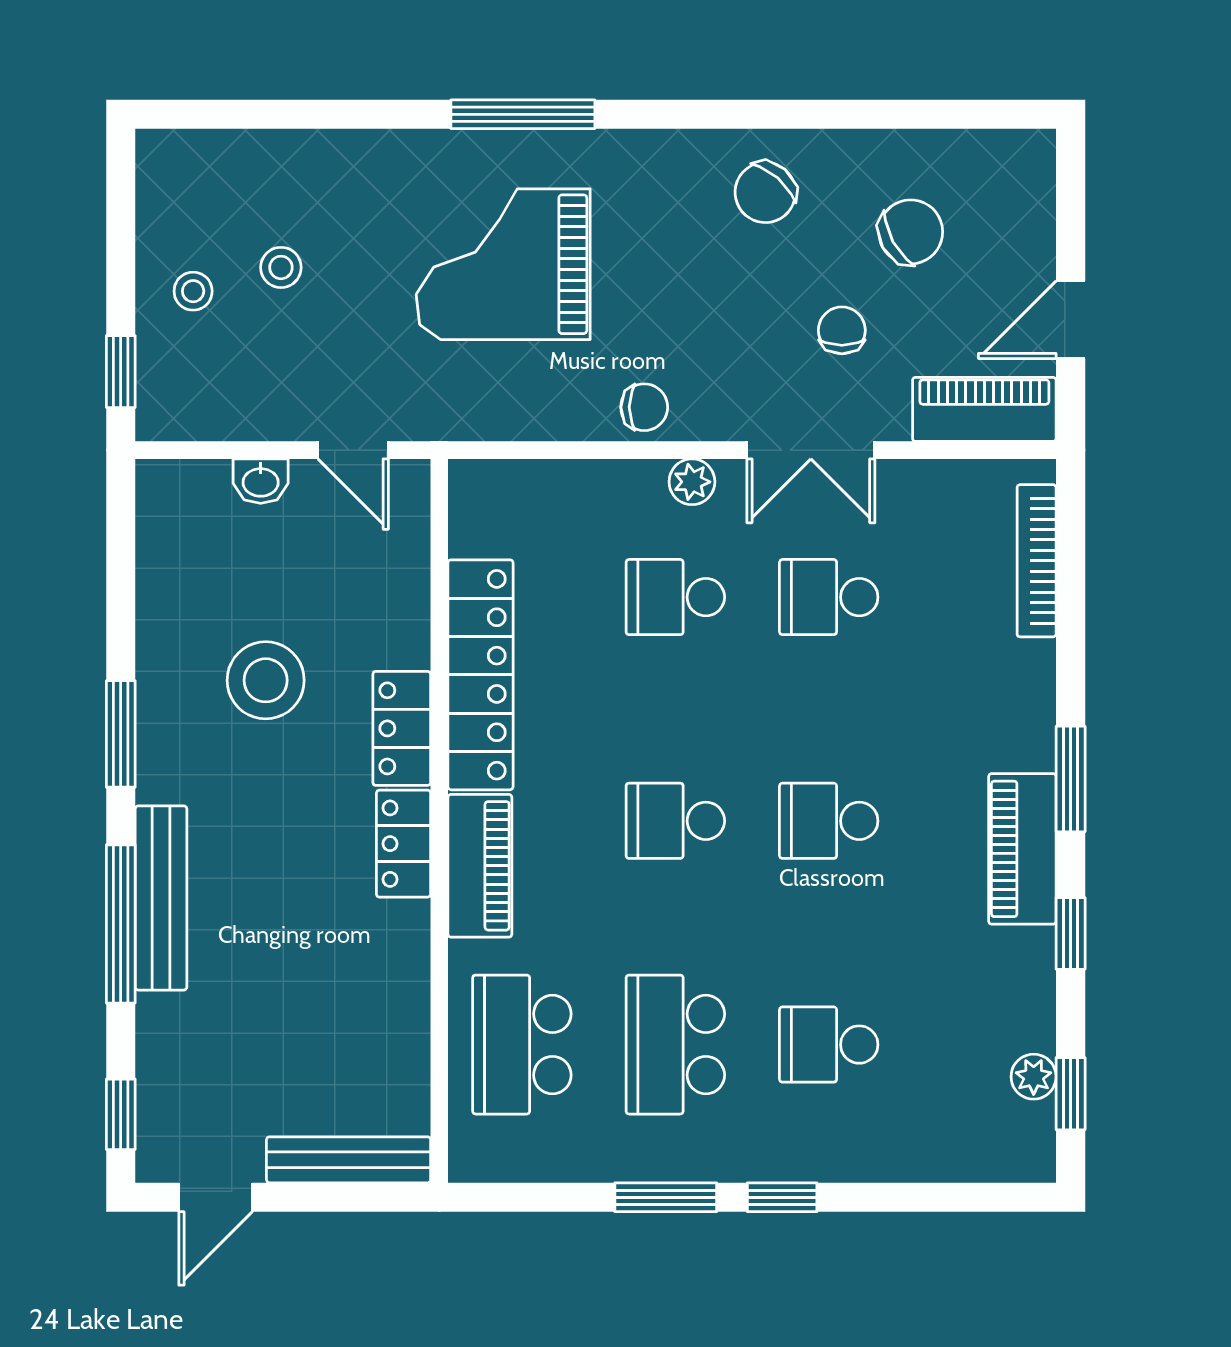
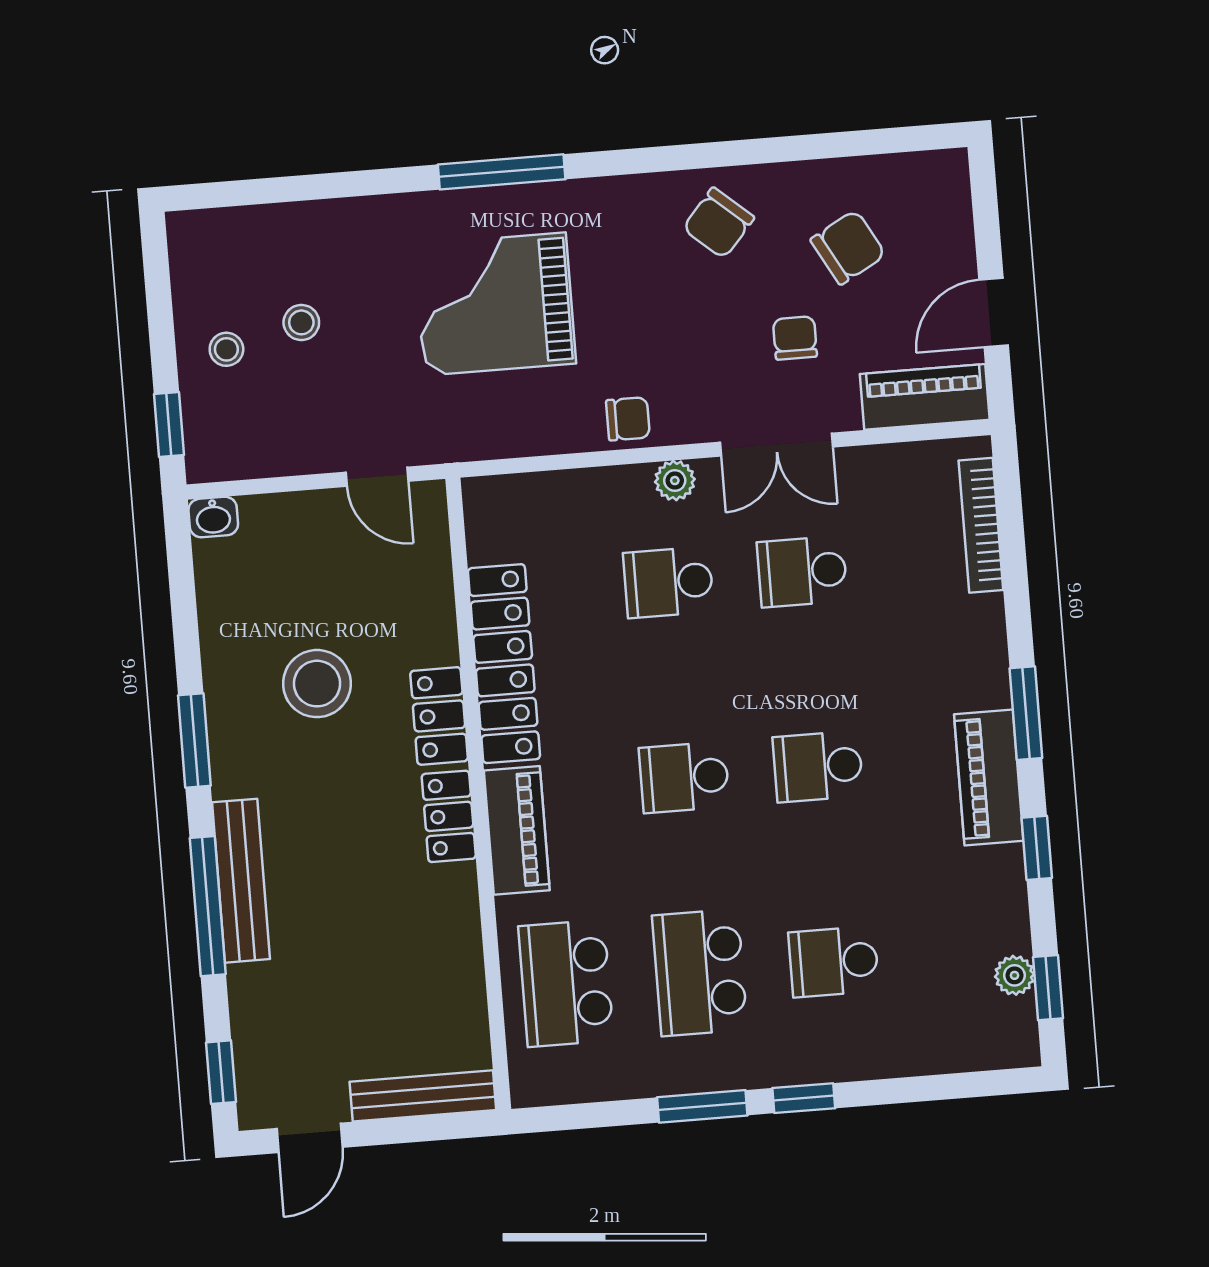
washbasin: (261, 481) -> (213, 517), moved

